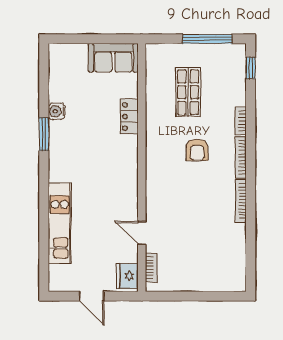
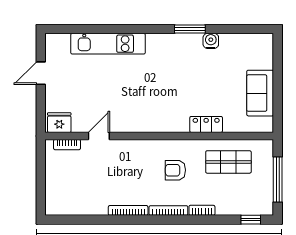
locker: (129, 116) -> (206, 124), moved
wall: (142, 167) -> (159, 136), moved
door: (142, 233) -> (99, 136), moved
bookcase: (151, 268) -> (67, 145), moved
fridge: (127, 276) -> (59, 123), moved

